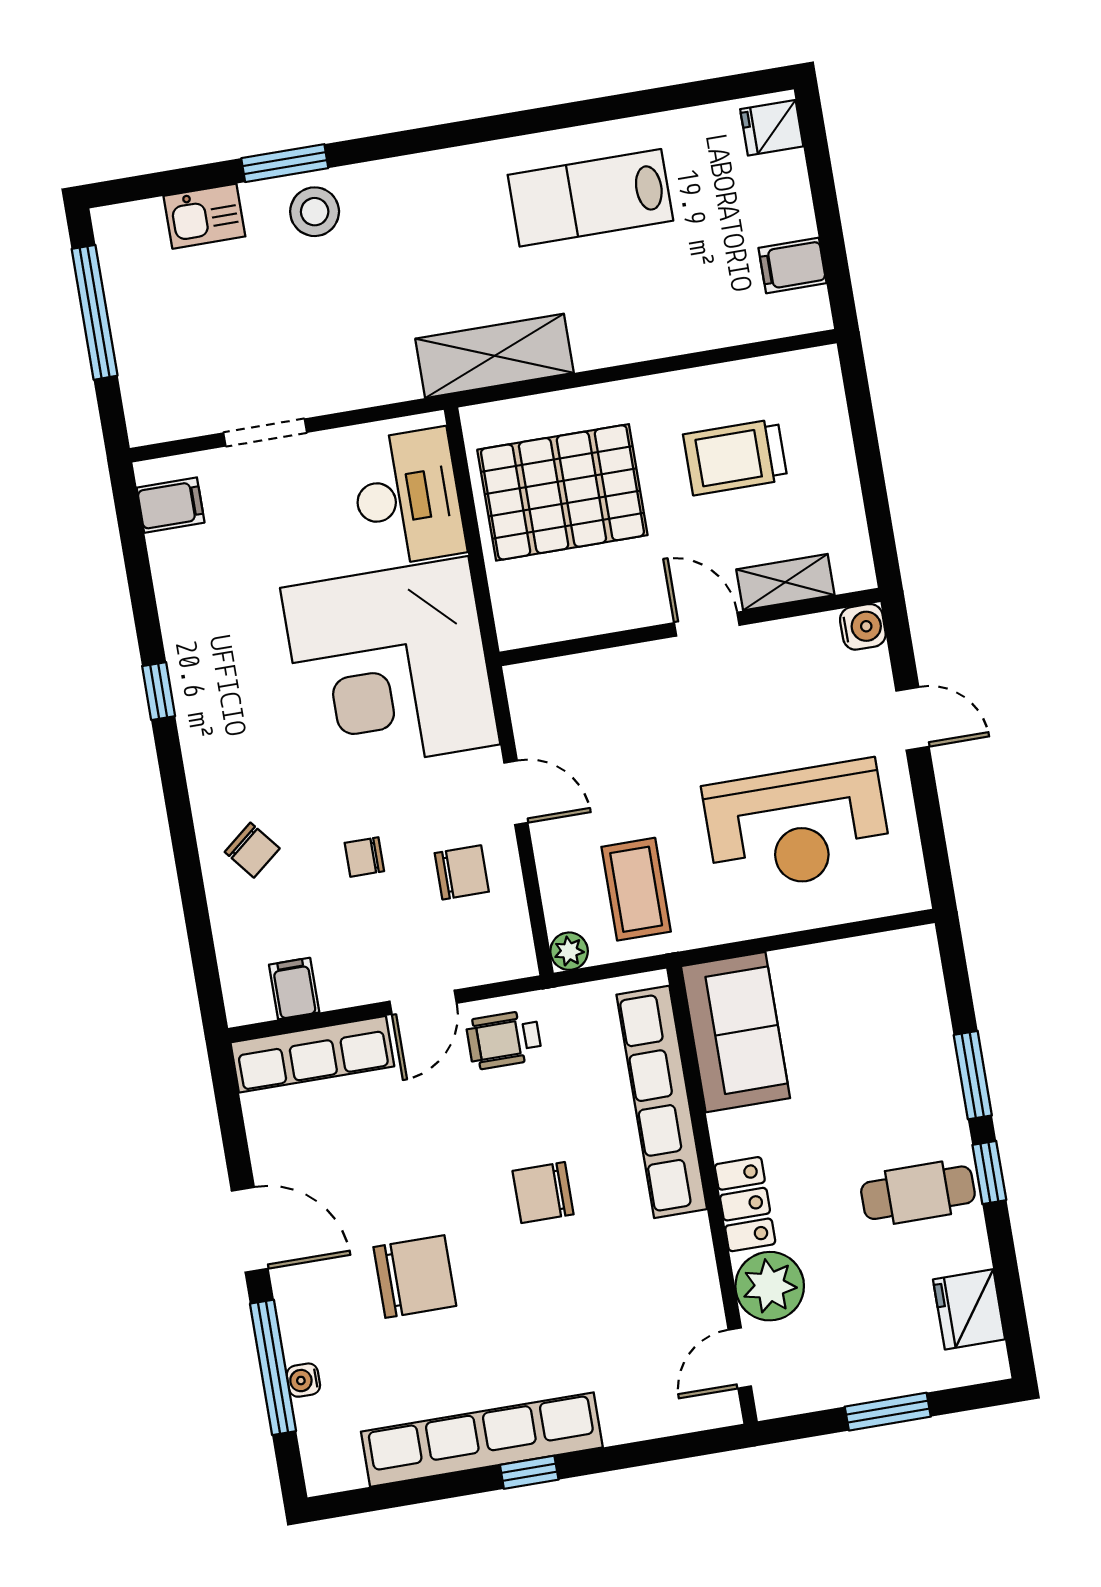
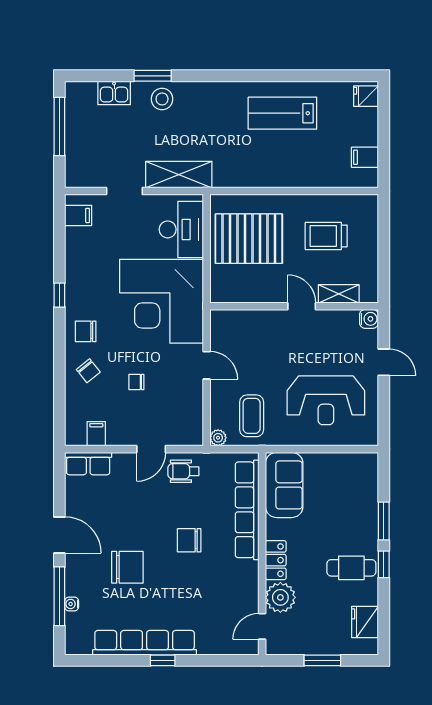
shelving: (494, 356) -> (179, 175), moved
chair: (462, 872) -> (86, 331), moved, turned 180
row of seats: (312, 1054) -> (88, 464), width x0.68

